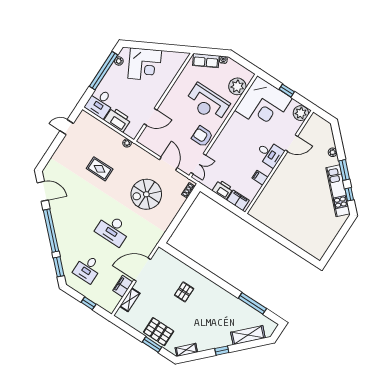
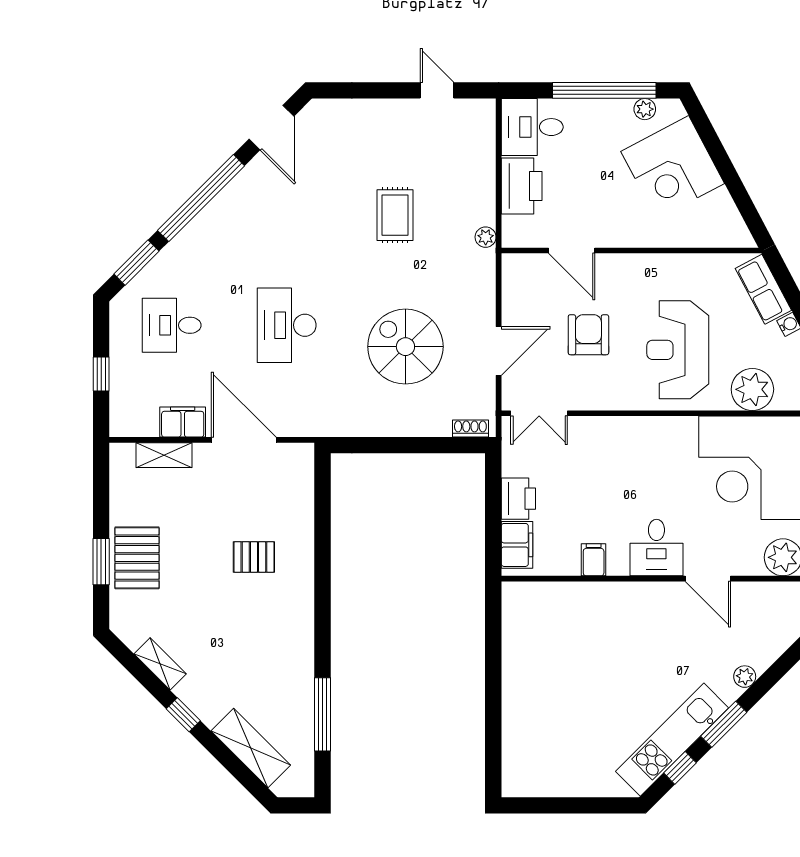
armchair: (202, 136) -> (588, 335), moved
shelving: (186, 350) -> (160, 664), moved

